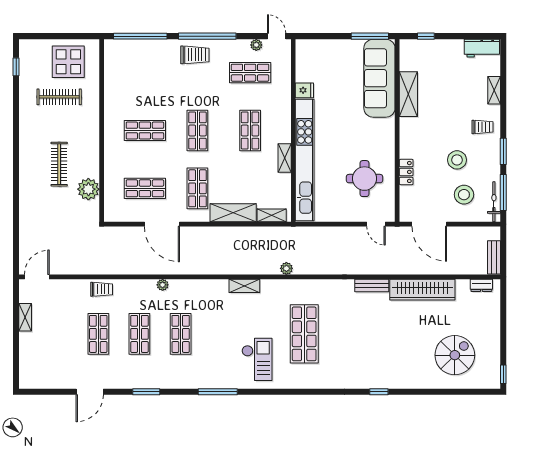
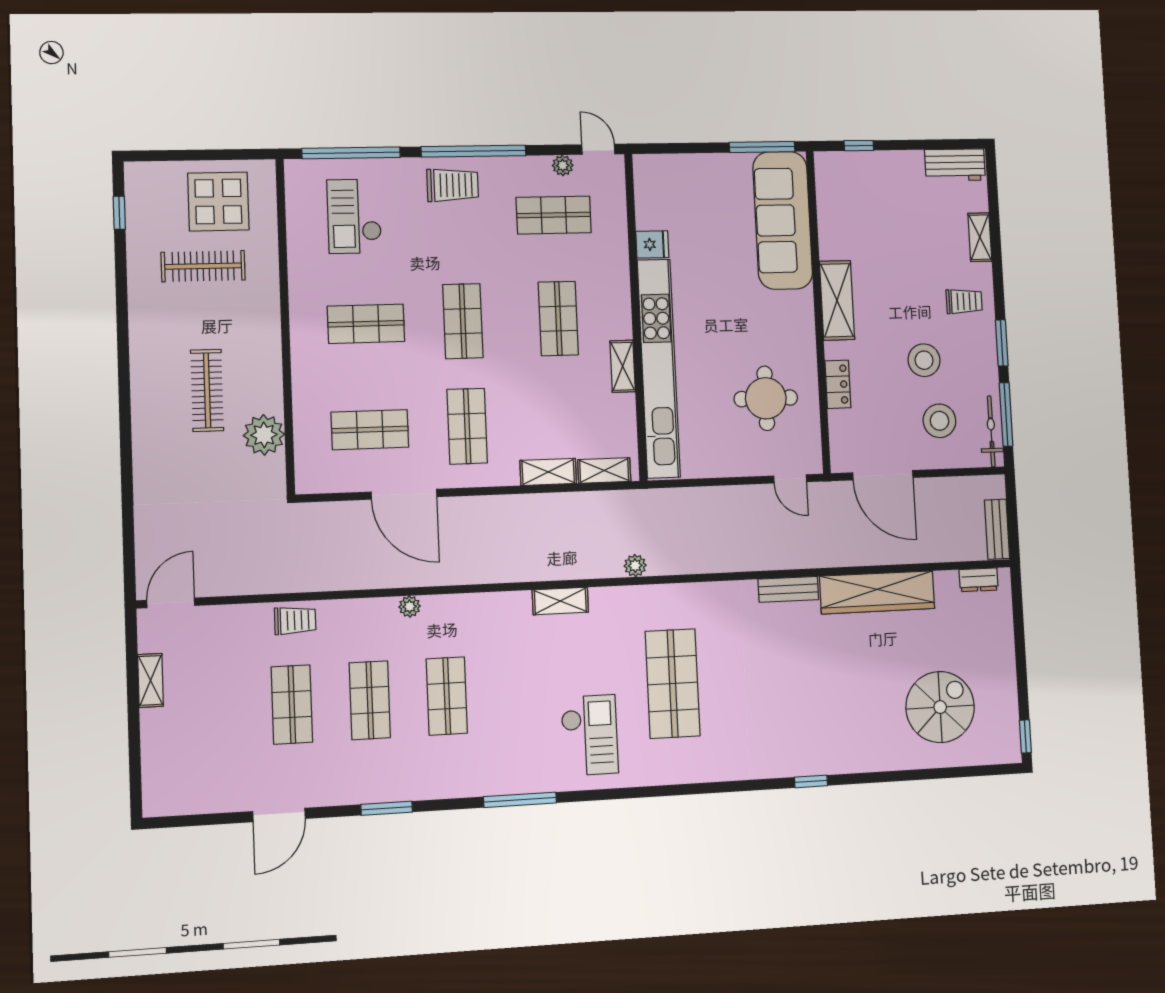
checkout: (141, 71) -> (354, 216), added
shelving: (408, 94) -> (837, 300), moved
shelving: (233, 213) -> (548, 472), width x0.67, depth x0.75

